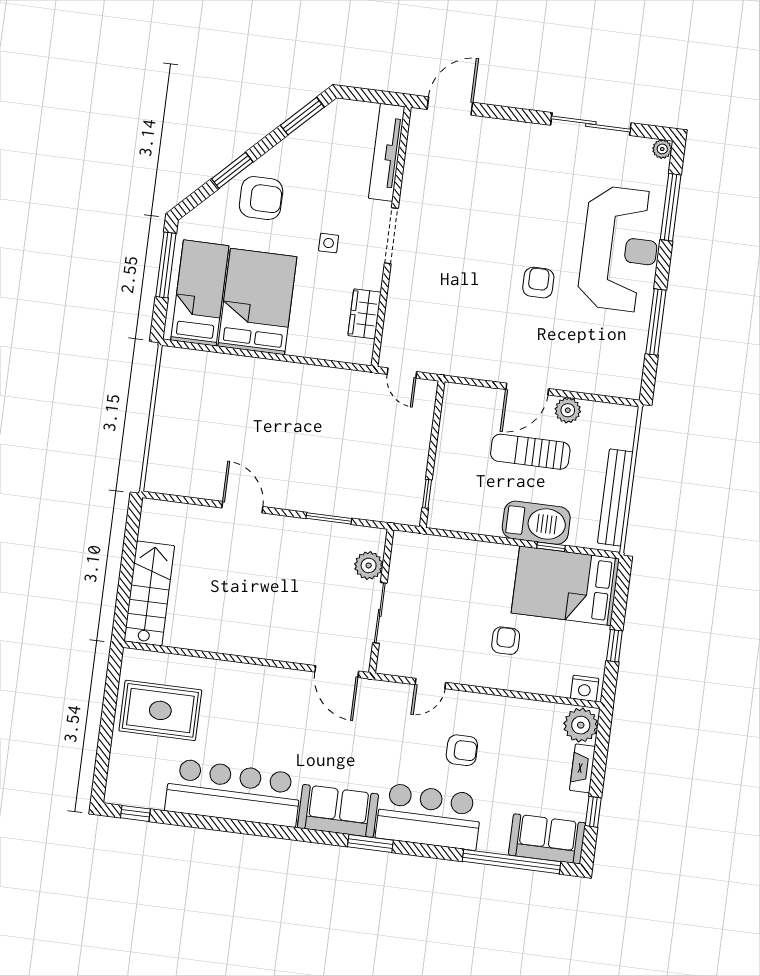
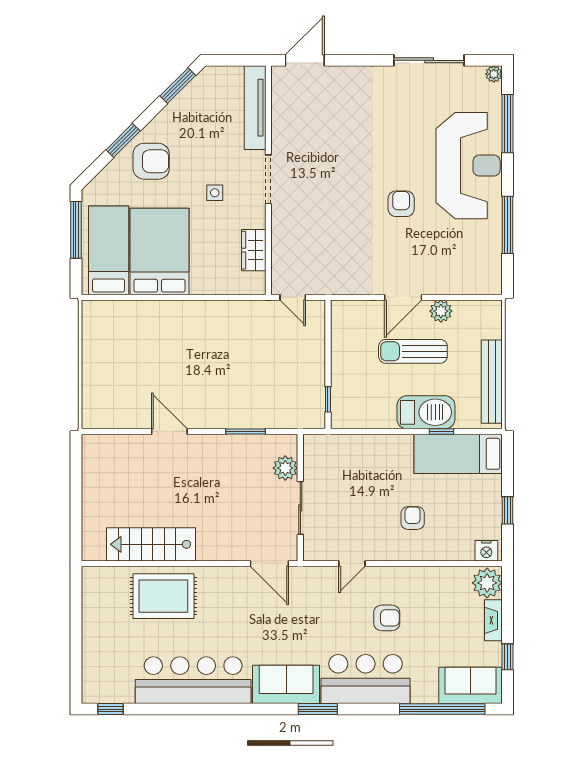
bed: (565, 586) -> (458, 454), width x0.67
stairs: (149, 593) -> (151, 544), moved, turned -90
rug: (160, 710) -> (163, 596), moved

